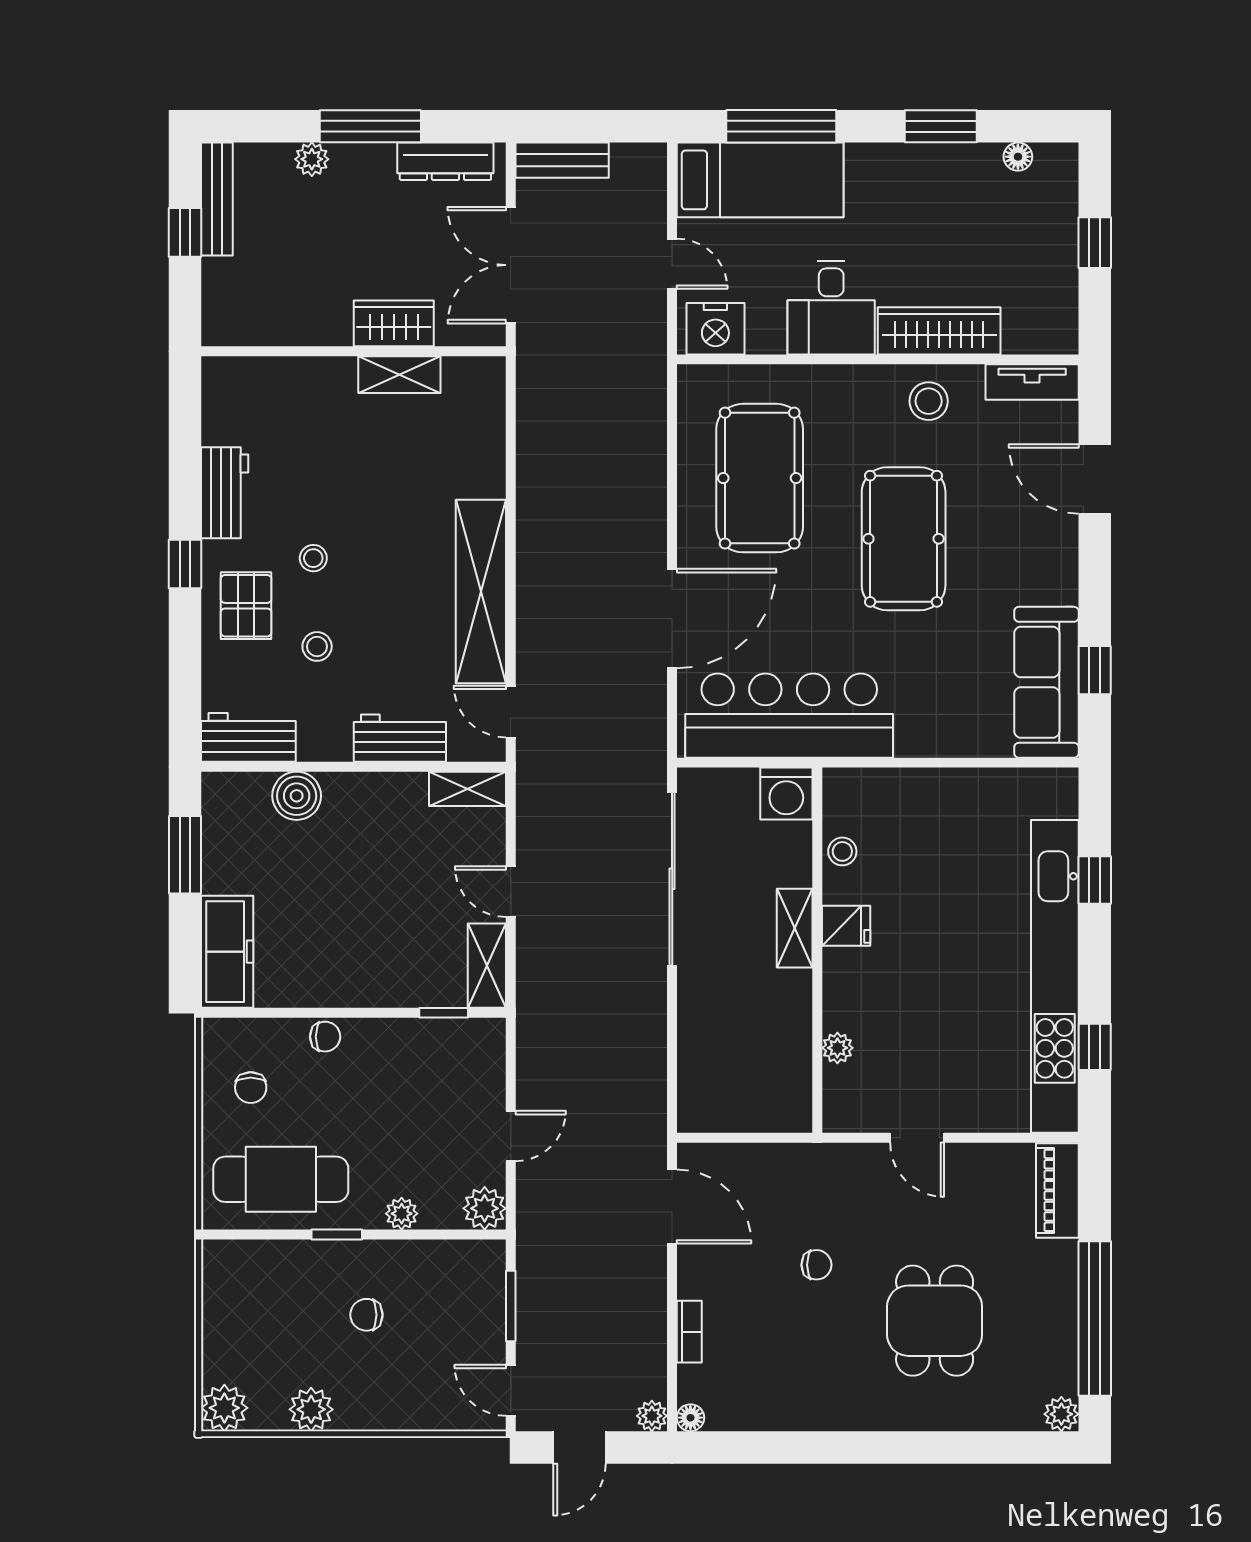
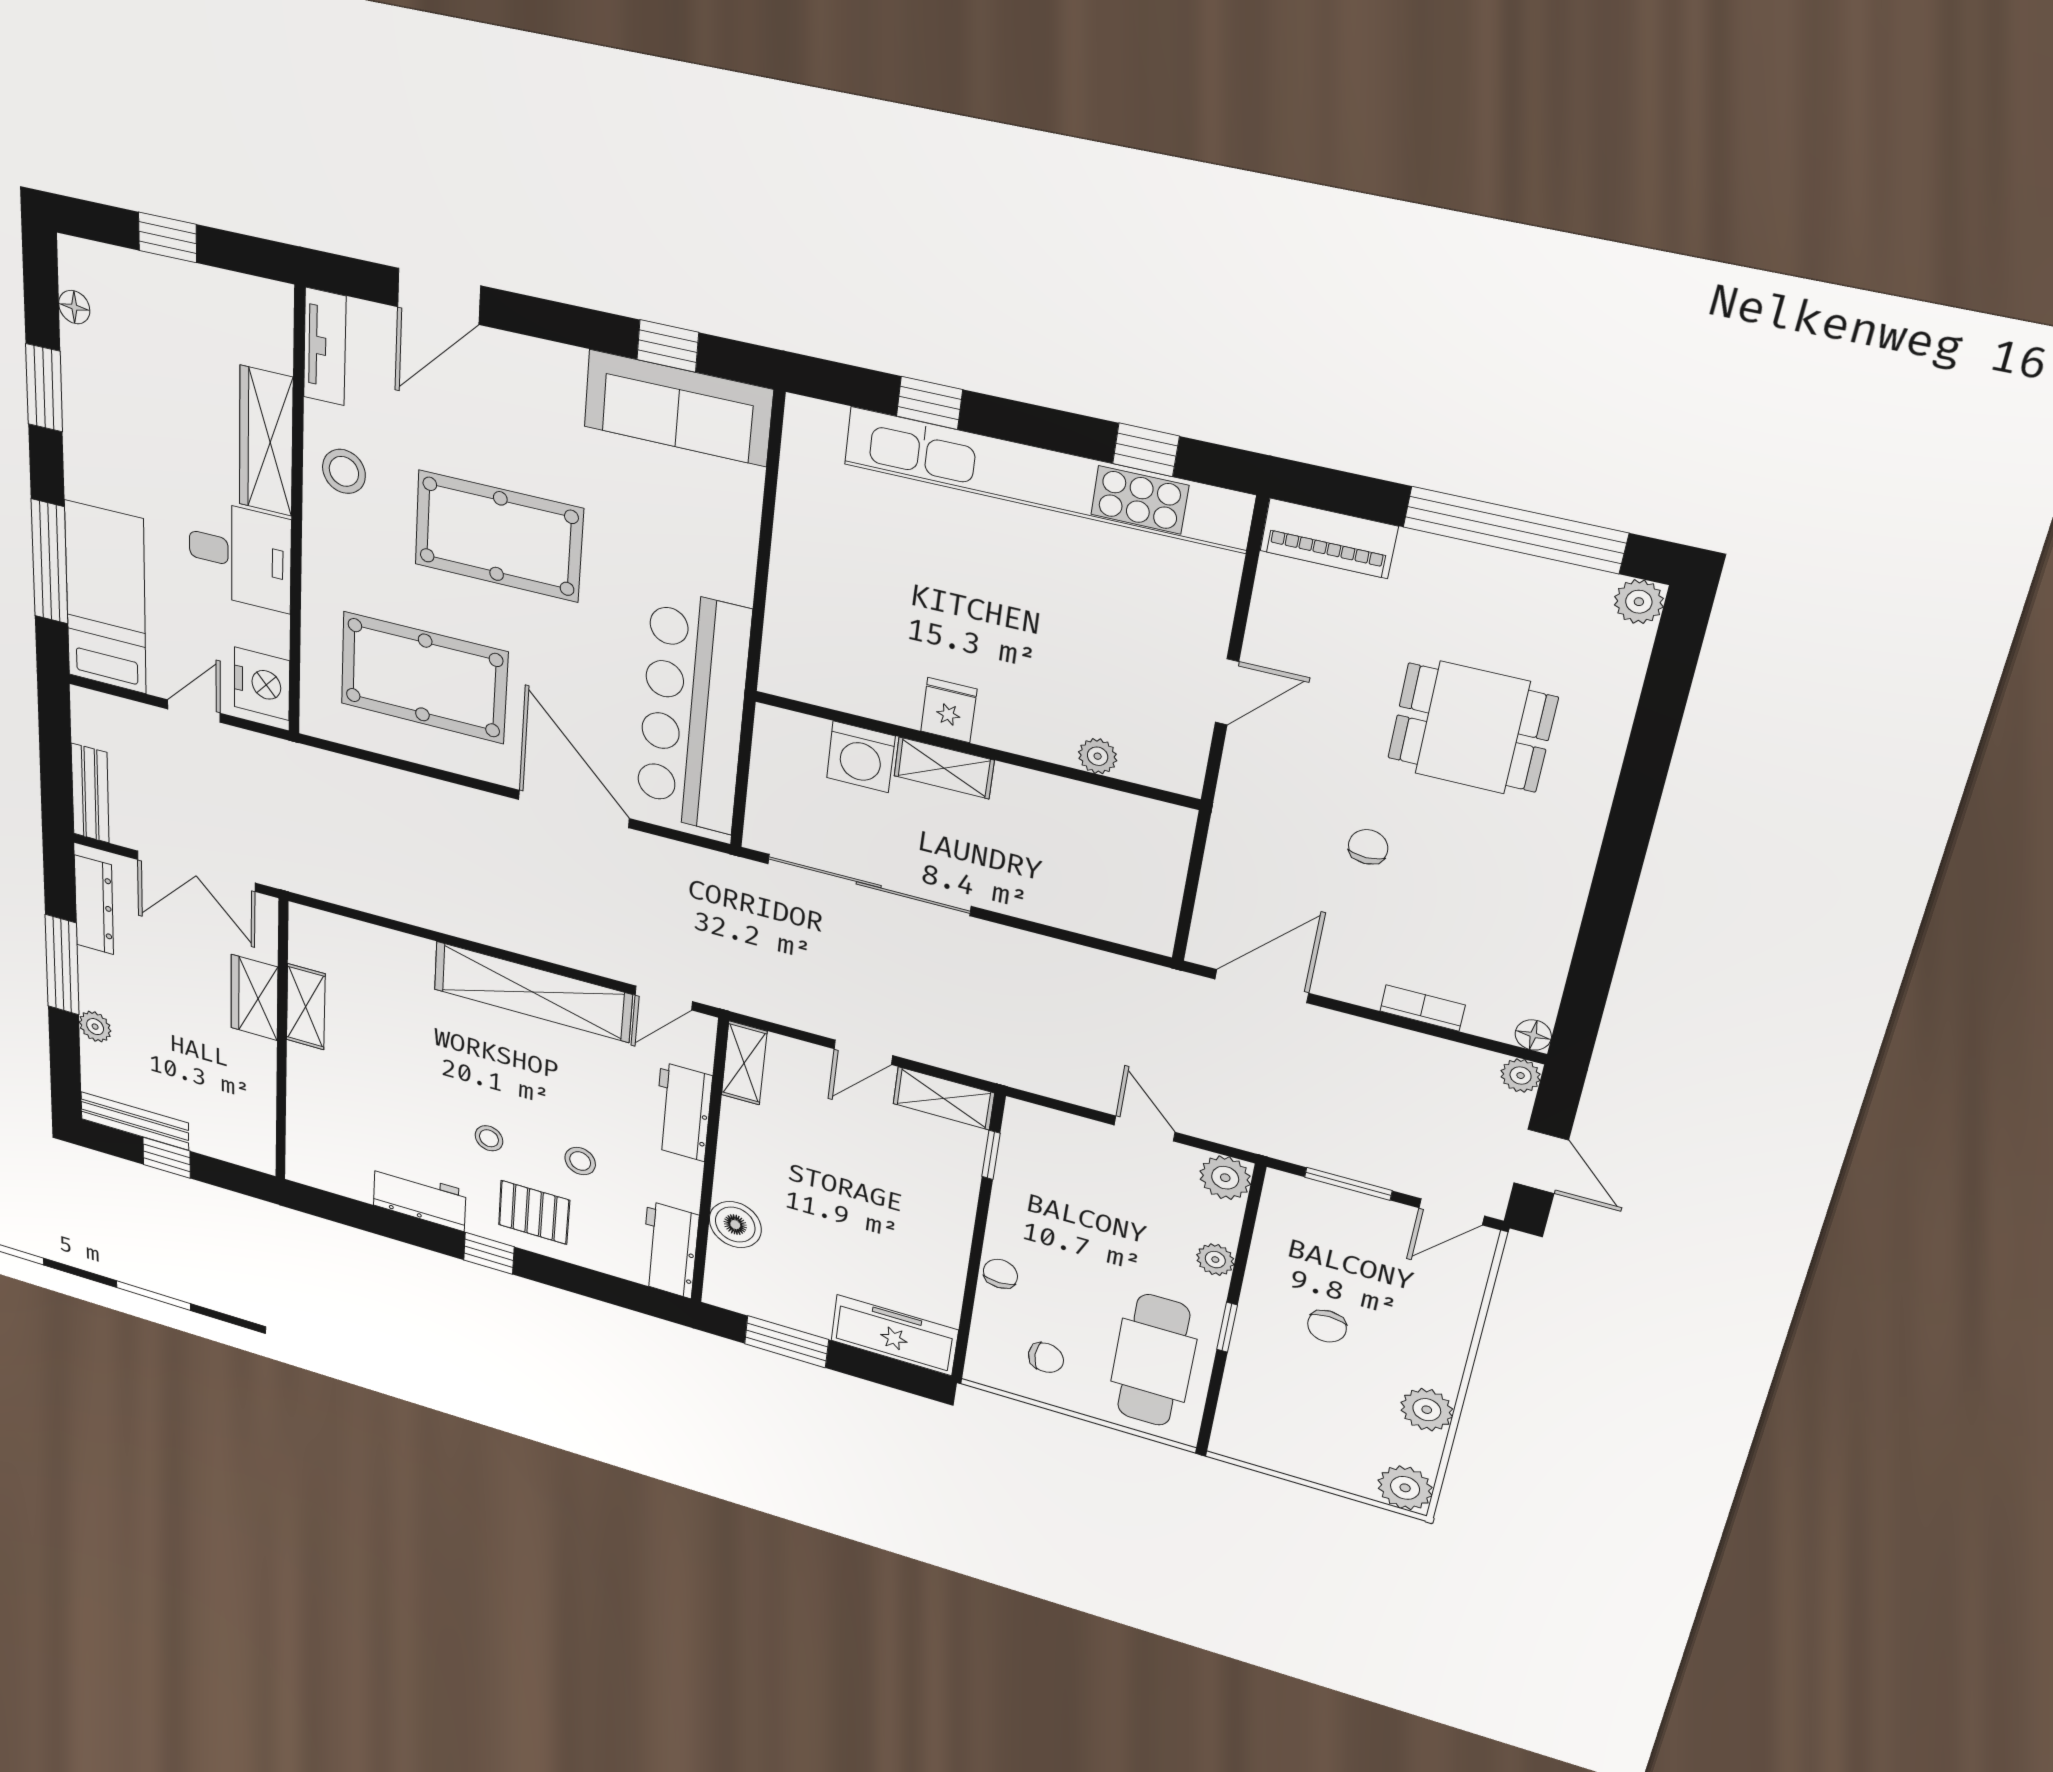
washing machine: (786, 794) -> (861, 757), moved, turned 90
stool: (842, 851) -> (859, 693), removed

